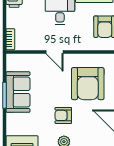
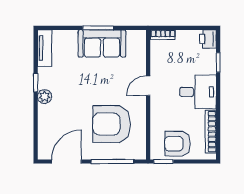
armchair: (63, 115) -> (75, 96), removed

